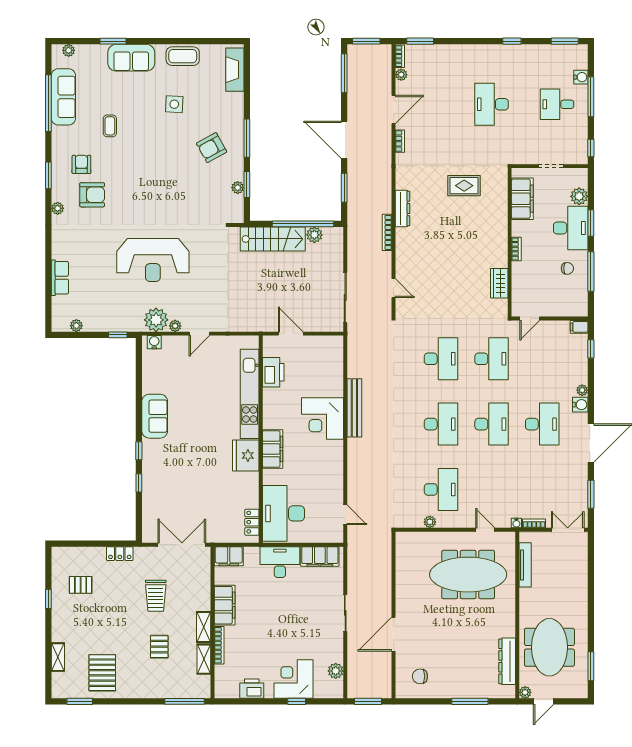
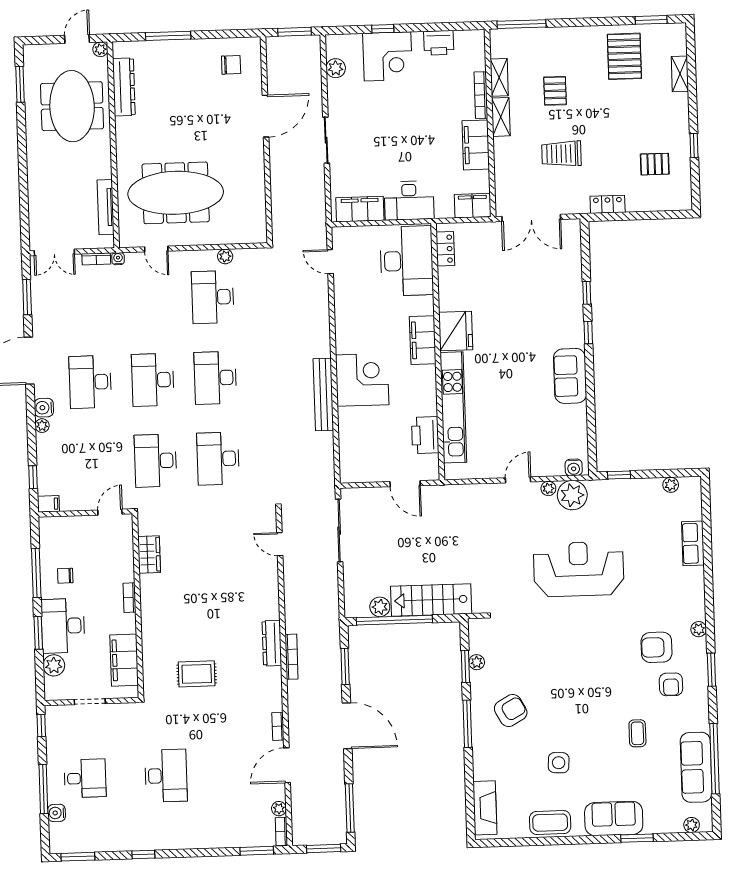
bookcase: (387, 232) -> (291, 657), moved
trolley: (156, 596) -> (561, 154), turned -90

